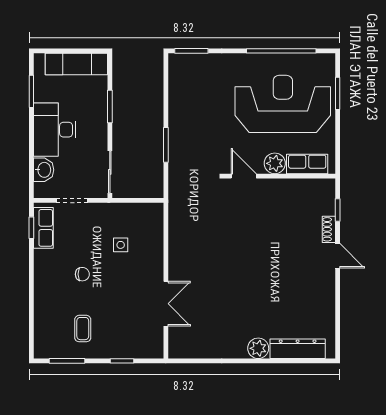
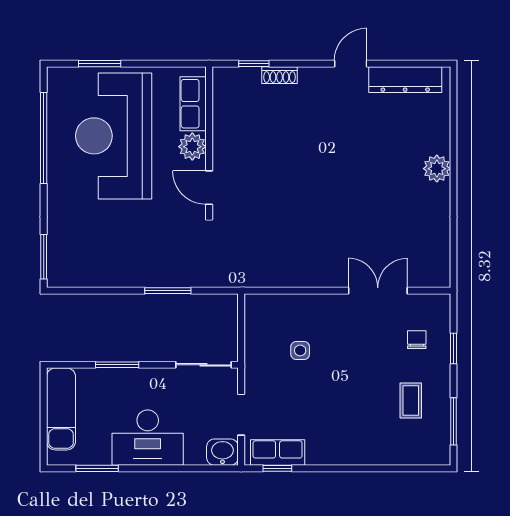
washbasin: (44, 170) -> (222, 452), moved
door: (244, 176) -> (209, 188), hinge flipped
door: (338, 256) -> (351, 64), moved
chair: (82, 274) -> (417, 340), moved
coffee table: (83, 329) -> (411, 400), turned 90
dresser: (298, 349) -> (405, 80), moved, turned -90

